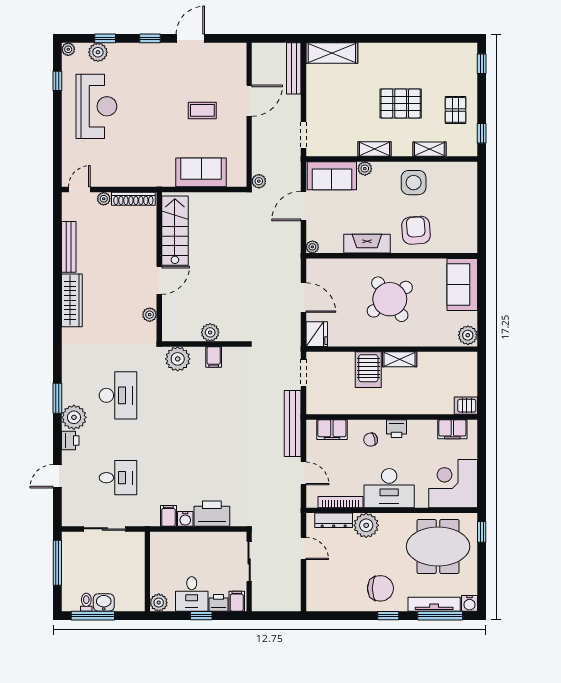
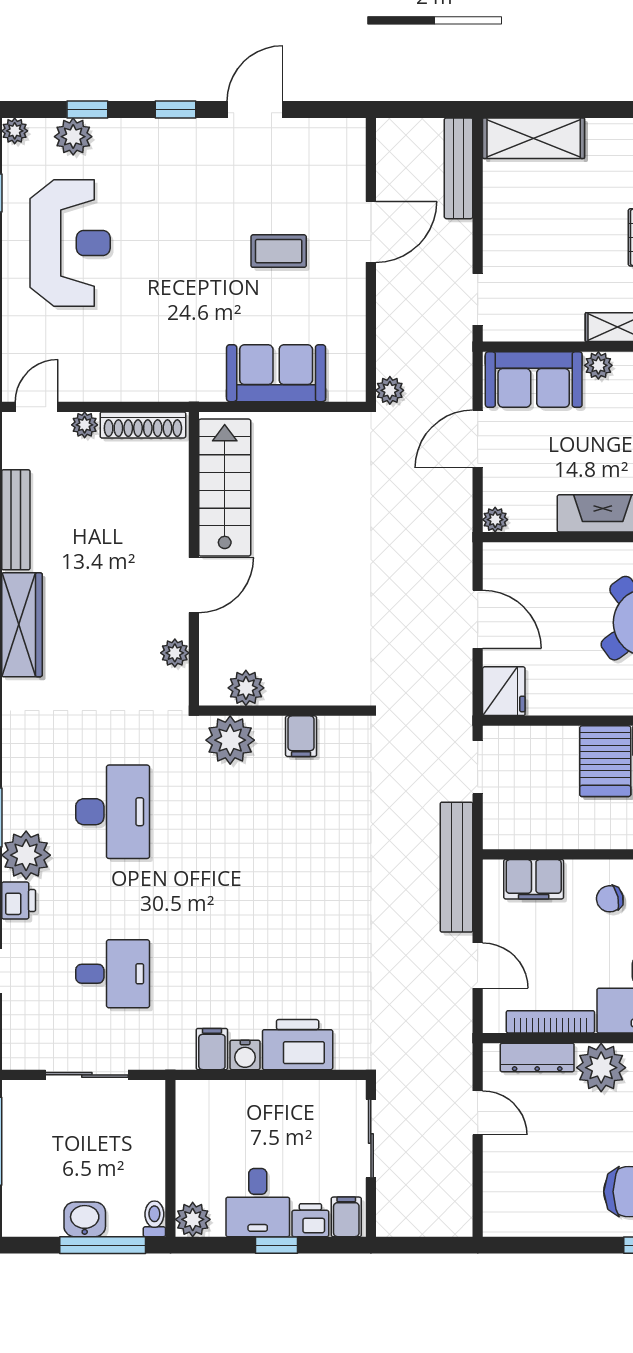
plant: (210, 332) -> (246, 688), moved
toilet: (86, 602) -> (154, 1219), moved
window: (93, 616) -> (103, 1245), moved

